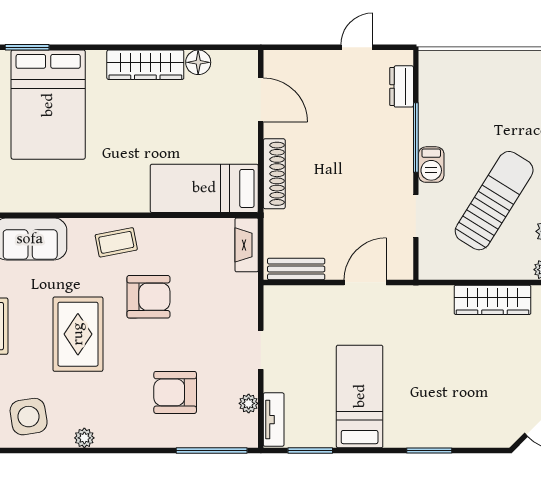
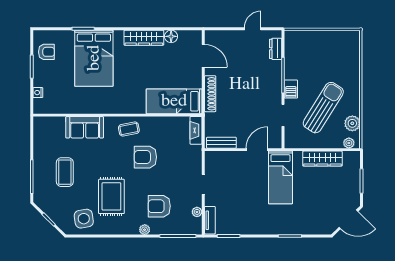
armchair: (148, 297) -> (145, 157), turned 180
rug: (78, 334) -> (111, 196), moved
bed: (360, 396) -> (280, 177), moved, turned 180
plant: (84, 438) -> (145, 230), moved

